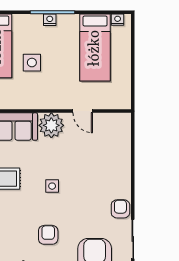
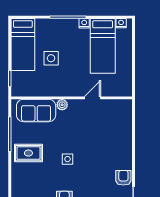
nightstand: (50, 20) -> (84, 23), moved
door: (83, 111) -> (93, 98), swing flipped
plant: (51, 125) -> (62, 105), width x0.53, depth x0.53

